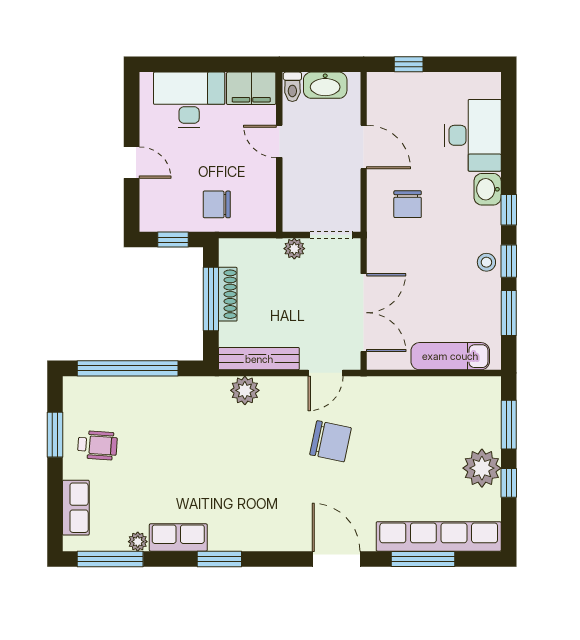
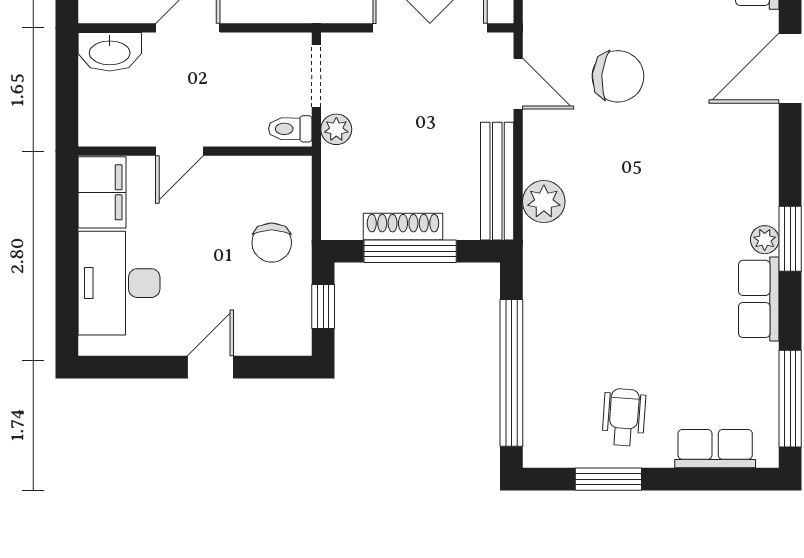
washbasin: (325, 85) -> (110, 52), moved, turned 90
toilet: (292, 87) -> (290, 129), moved, turned 180
chair: (330, 441) -> (618, 76), turned 83
plant: (138, 542) -> (765, 240), moved

